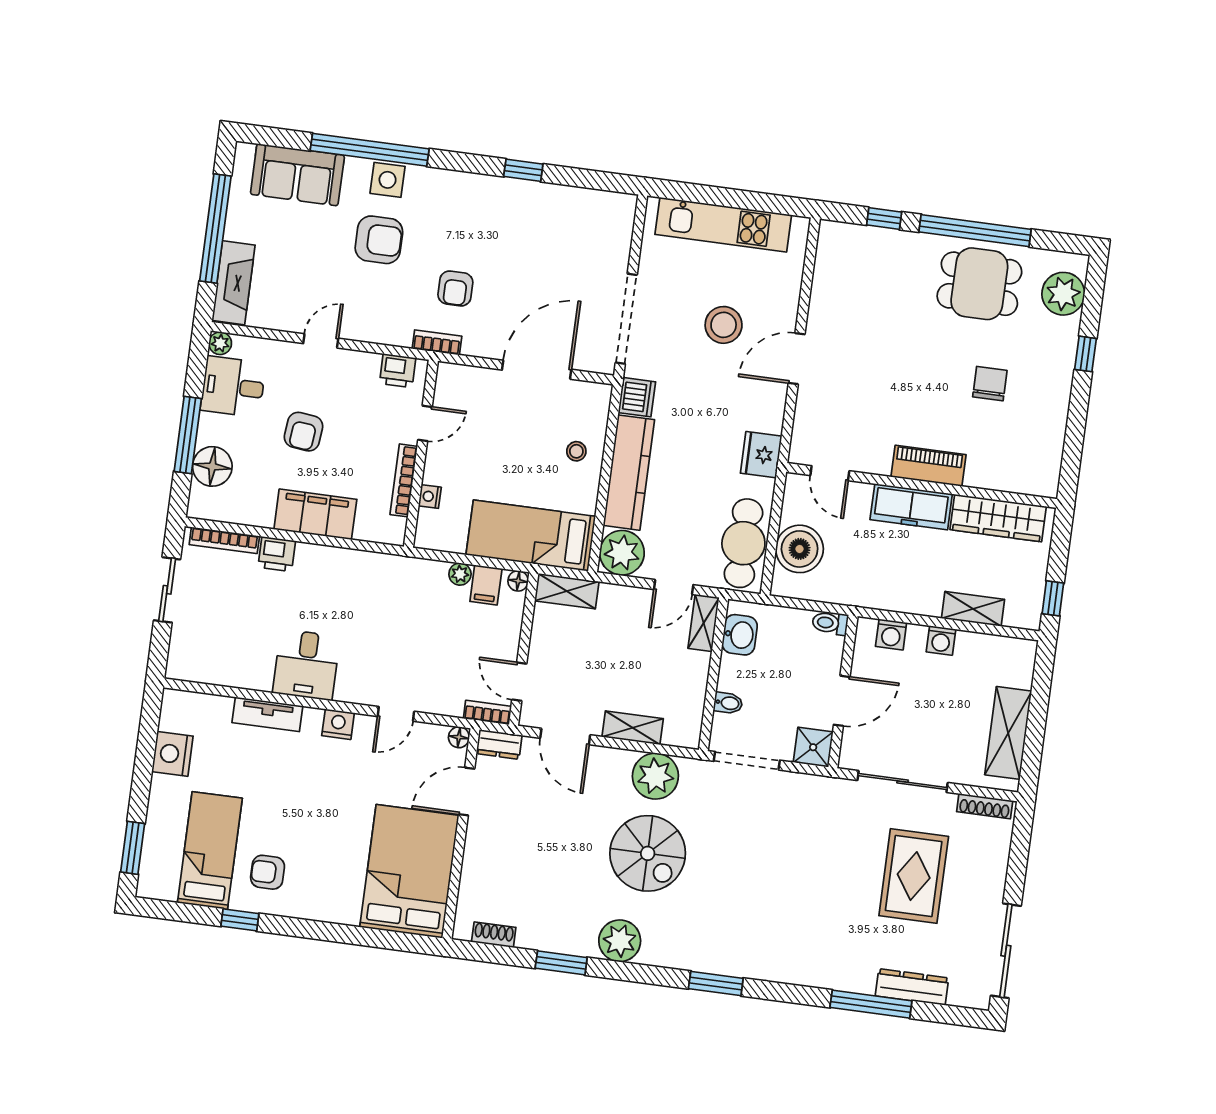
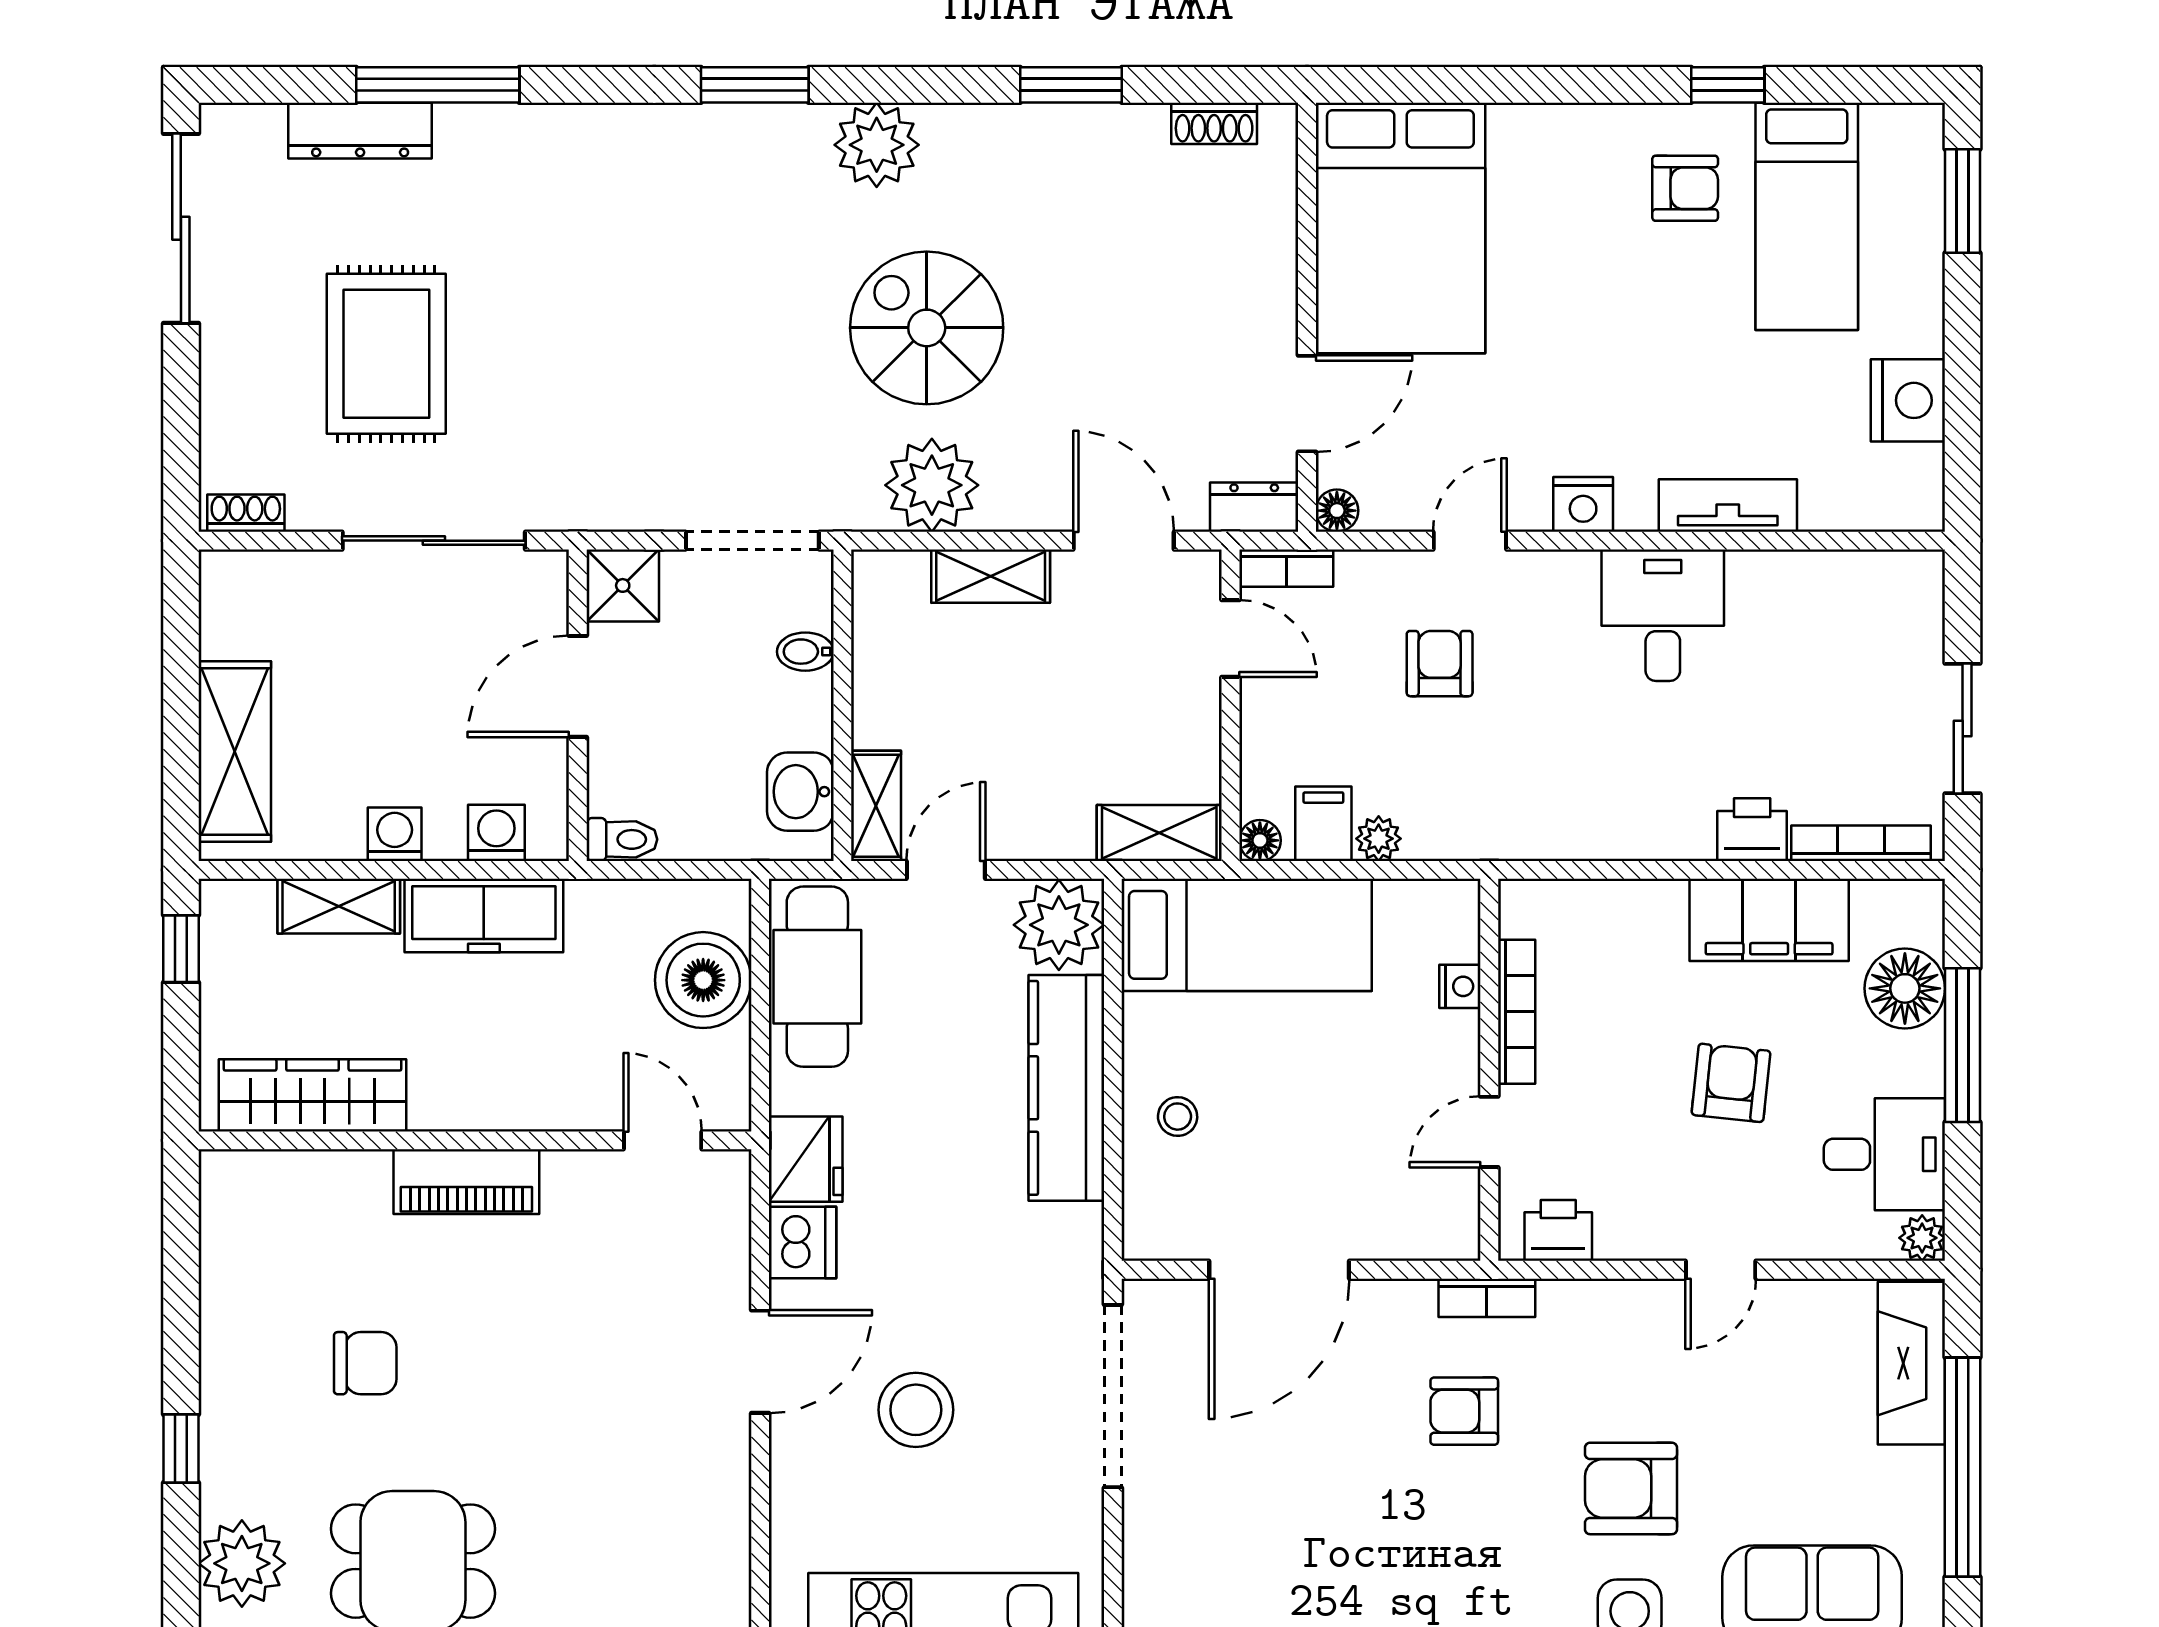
armchair: (455, 288) -> (1464, 1411), turned -90
chair: (990, 384) -> (365, 1363), turned -90
dishwasher: (637, 397) -> (802, 1242), moved, turned 180
freezer: (911, 507) -> (484, 916), moved, turned 180
filing cabinet: (315, 514) -> (1769, 920), moved
armchair: (419, 656) -> (1440, 664), added
shelving: (1008, 733) -> (235, 751), moved
shoe rack: (985, 806) -> (246, 513), width x0.70
plant: (620, 941) -> (877, 145), moved

